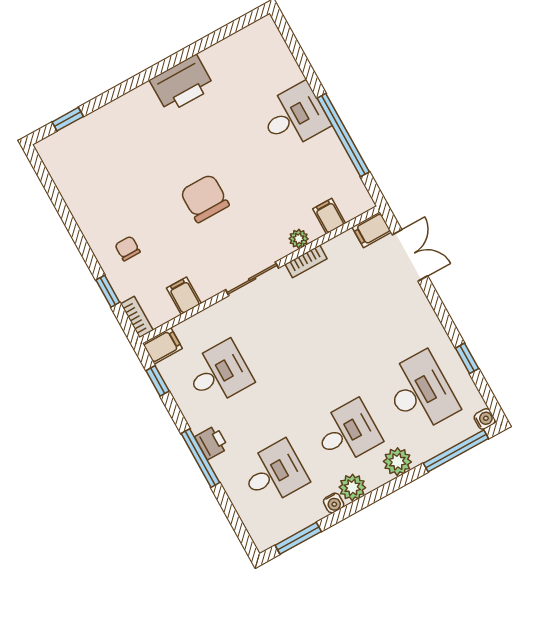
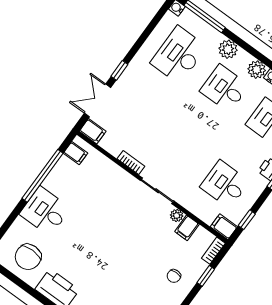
chair: (205, 198) -> (28, 257), moved
filing cabinet: (329, 216) -> (75, 153), moved, turned -90
plant: (299, 239) -> (177, 216), moved
window: (467, 358) -> (119, 70), moved

